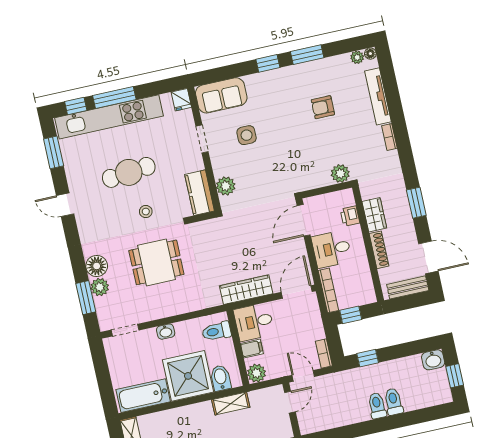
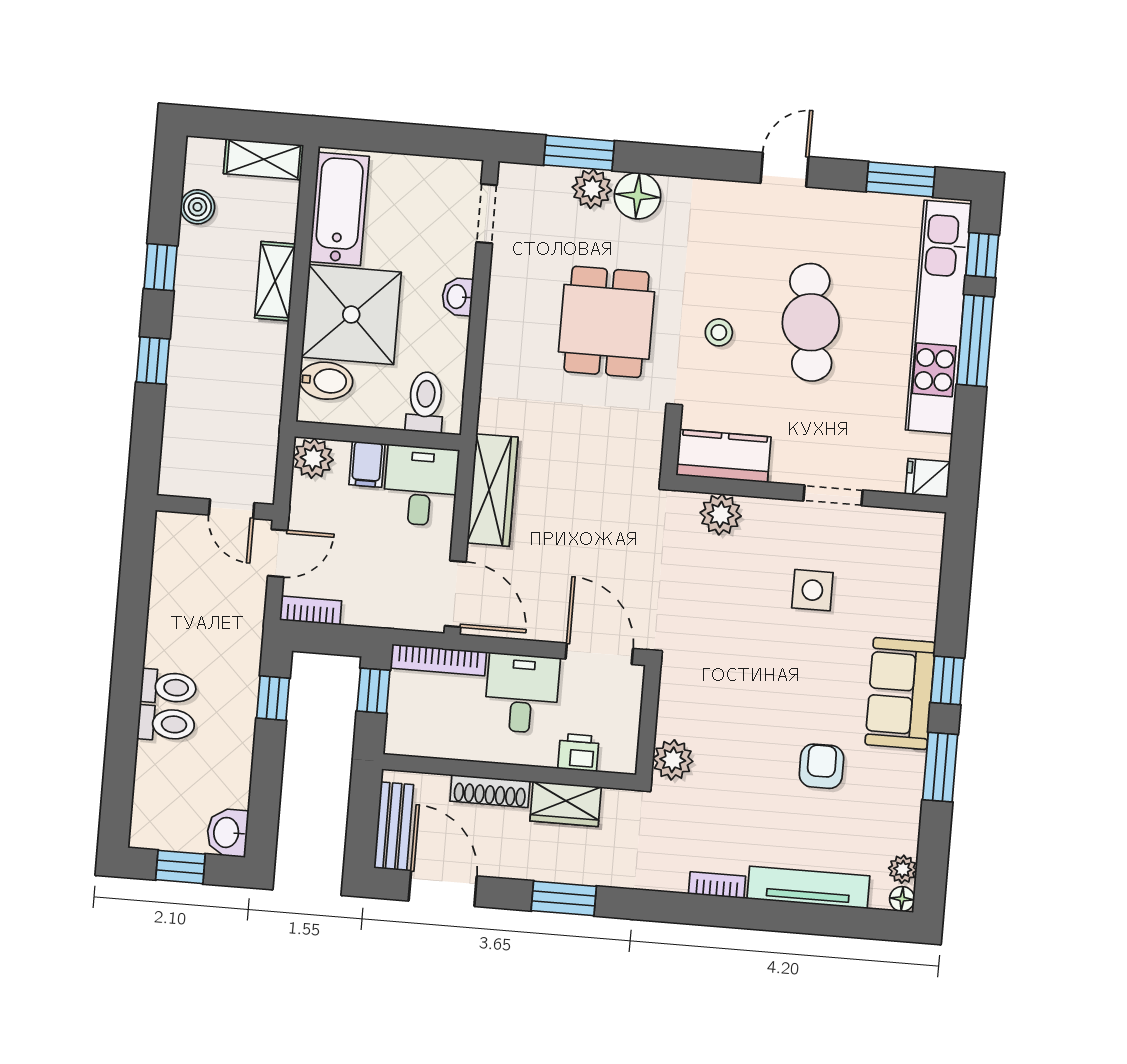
sofa: (221, 95) -> (900, 694), moved
door: (428, 257) -> (443, 888), swing flipped
shelving: (231, 404) -> (275, 281), moved

